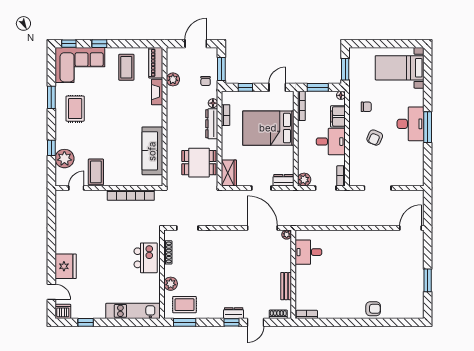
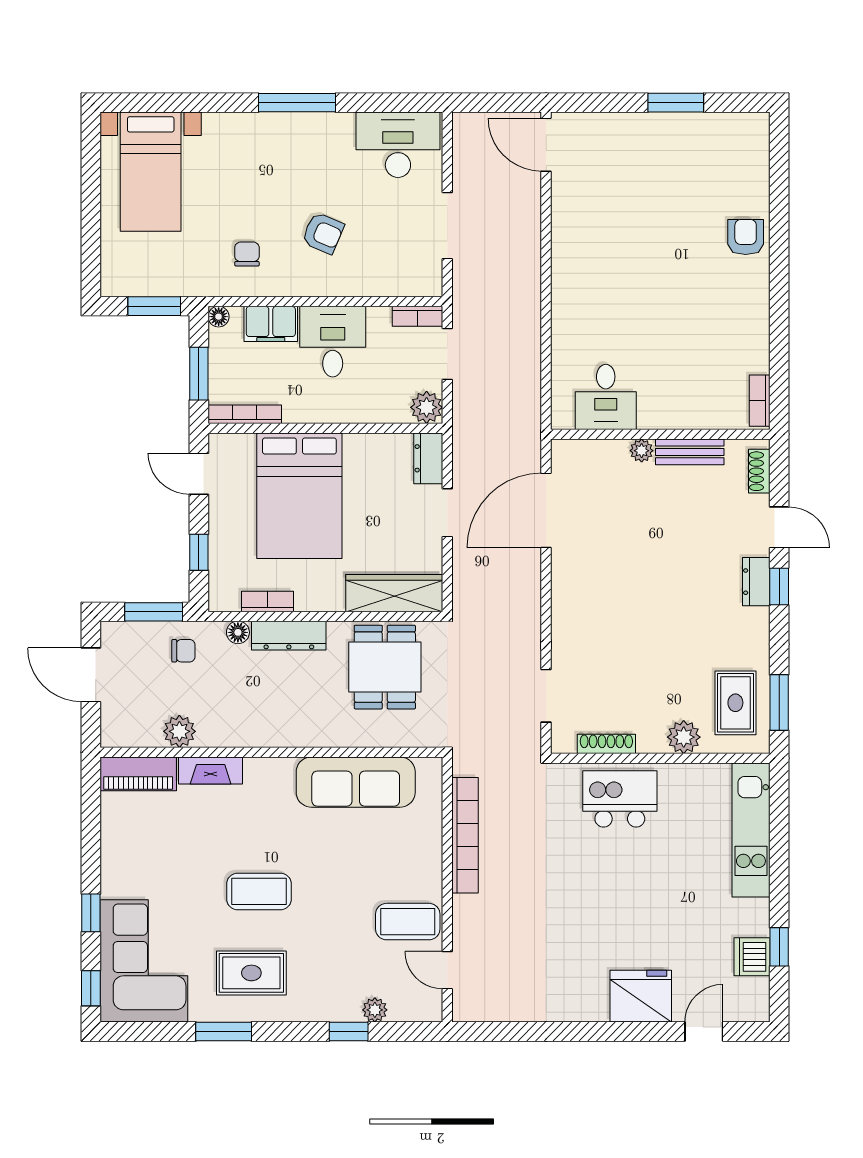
coffee table: (126, 67) -> (259, 891), moved
desk: (411, 124) -> (398, 145), moved
plant: (64, 159) -> (375, 1010), width x0.53, depth x0.53
wardrobe: (229, 173) -> (394, 593), width x1.50
plant: (287, 235) -> (642, 451), moved
dishwasher: (63, 311) -> (752, 957), moved

